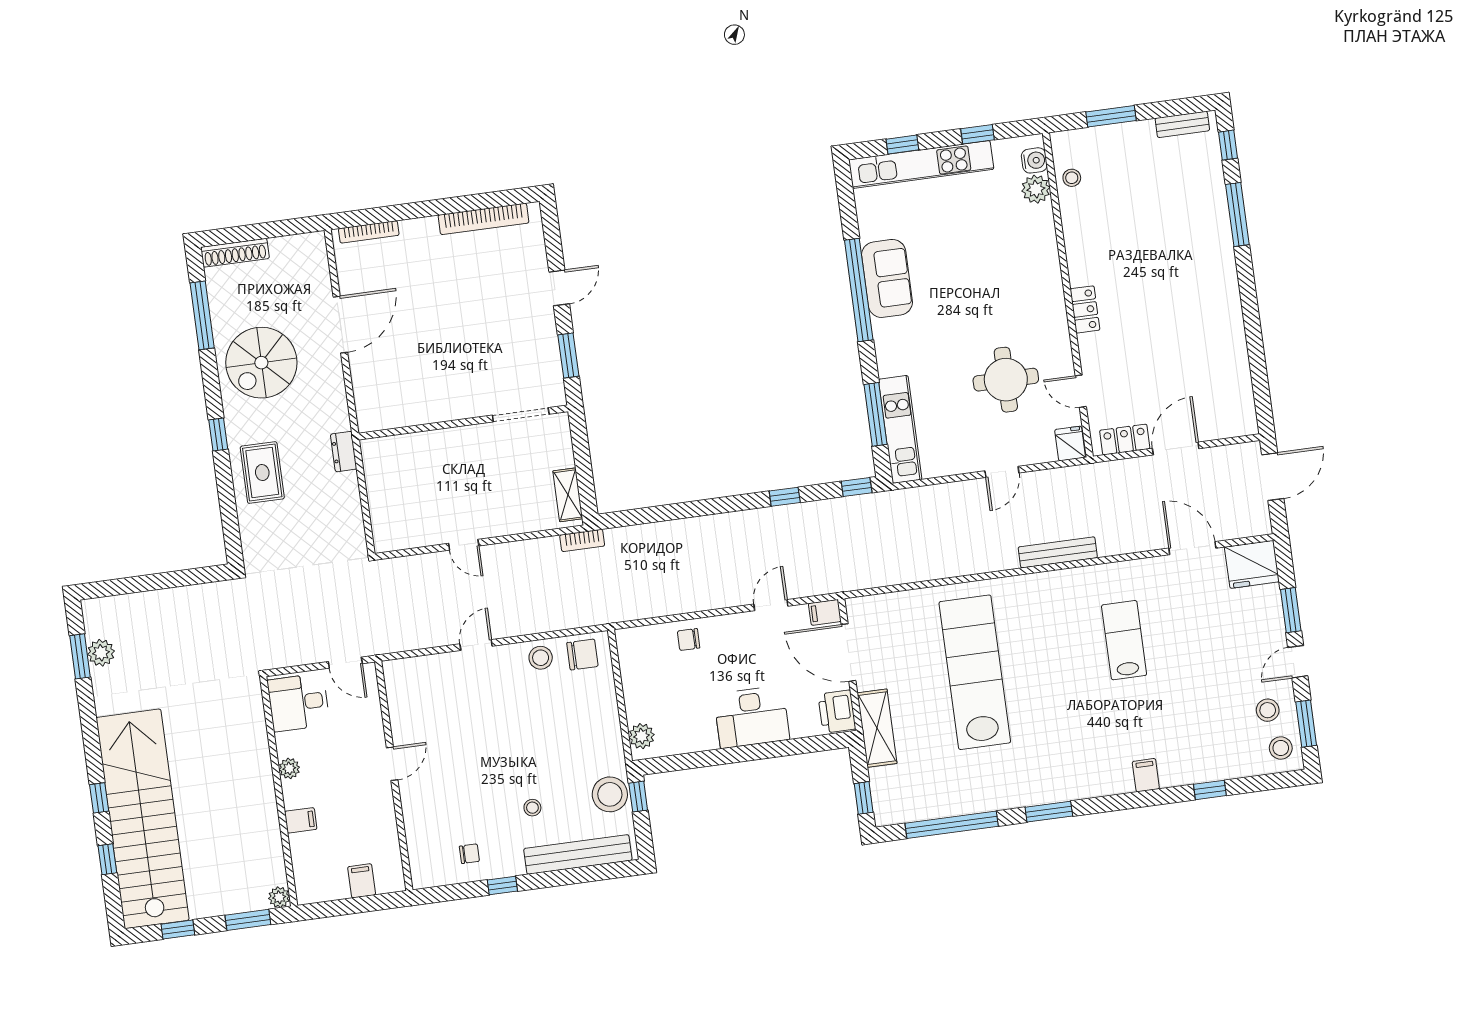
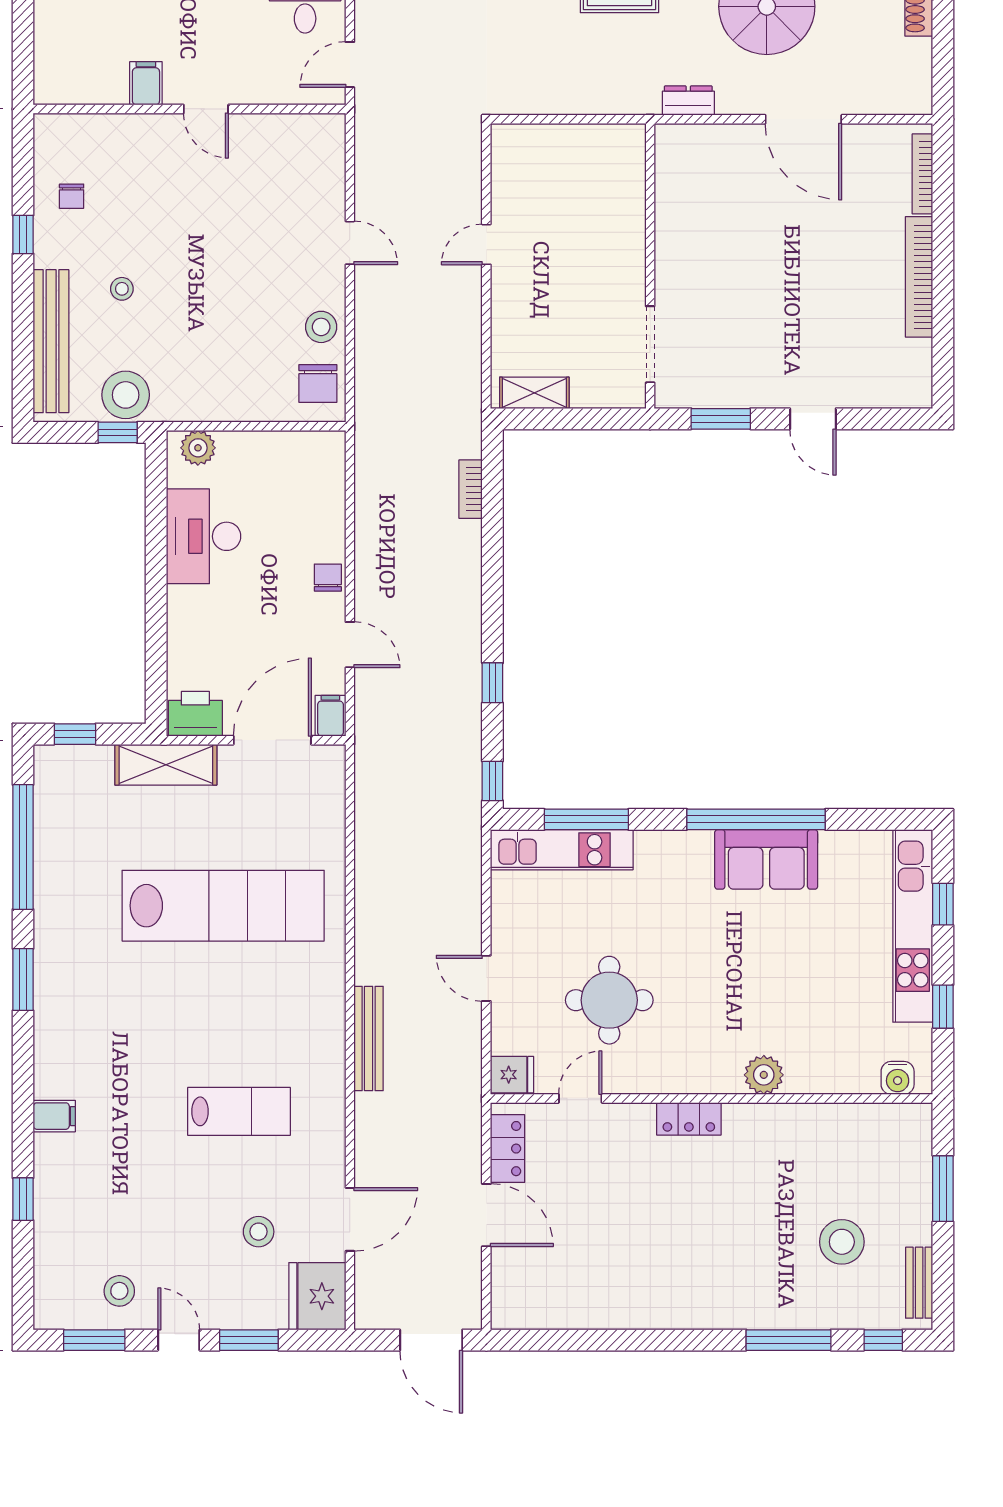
stool: (1072, 178) -> (842, 1242), moved, width x1.89, depth x1.89
plant: (1036, 189) -> (764, 1075), moved
bookcase: (483, 219) -> (919, 277), moved
dresser: (344, 452) -> (688, 101), moved
bookcase: (582, 540) -> (471, 489), moved
chair: (689, 640) -> (328, 578), moved
desk: (752, 717) -> (204, 536), moved
stool: (1281, 748) -> (259, 1232), moved
filing cabinet: (362, 881) -> (146, 83), moved, turned -90

